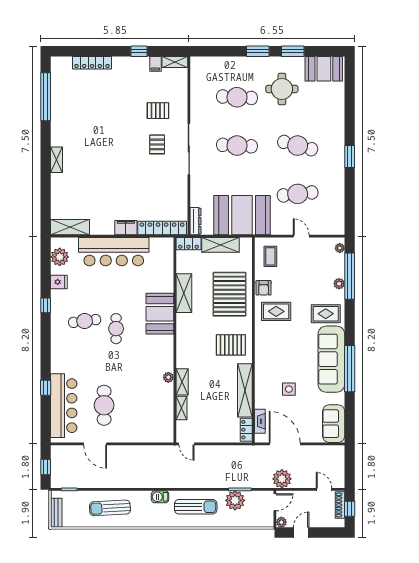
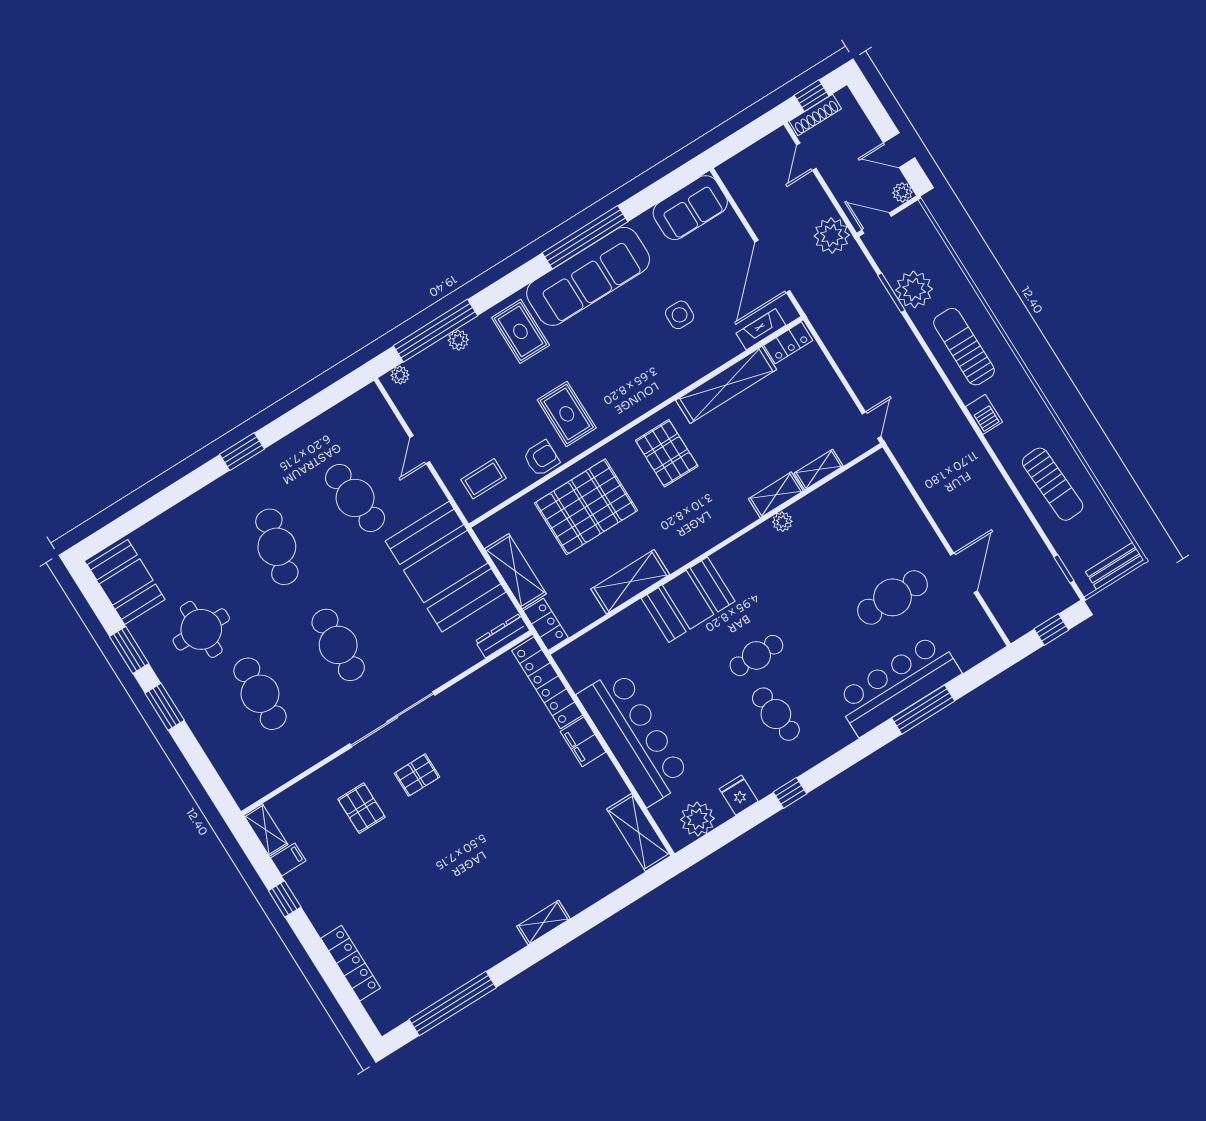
window: (46, 388) -> (923, 710), width x2.17
bar counter: (64, 406) -> (898, 685), moved

